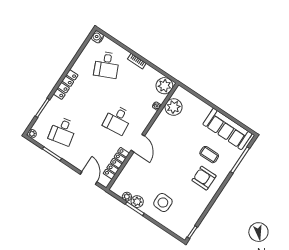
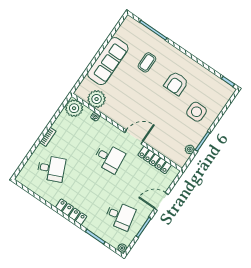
water cooler: (97, 37) -> (22, 178), removed
sofa: (227, 129) -> (108, 61), moved
door: (89, 178) -> (161, 201), moved
armchair: (204, 178) -> (176, 83), moved
plant: (137, 202) -> (195, 139), removed

